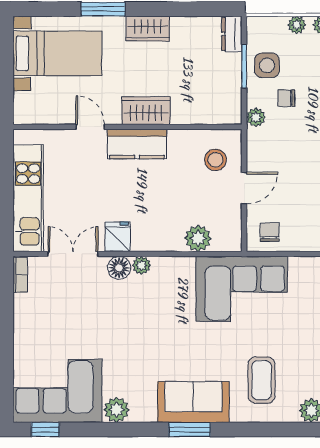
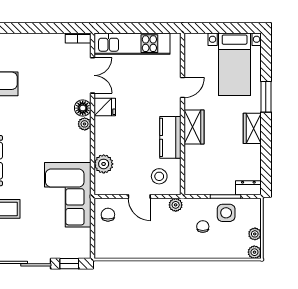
plant: (256, 117) -> (176, 205), moved
kitchen counter: (137, 144) -> (170, 137), moved
chair: (270, 232) -> (108, 215), turned -90

